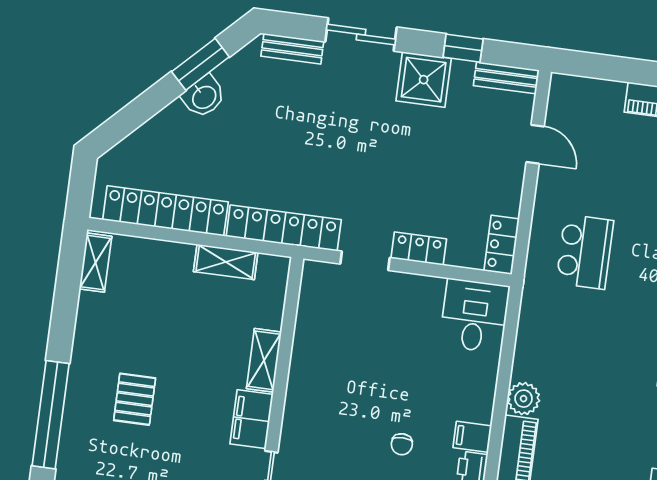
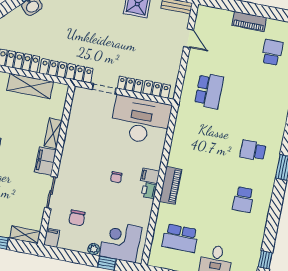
locker: (502, 245) -> (157, 89), moved, turned 90
shelving: (226, 262) -> (30, 86), width x1.50, depth x1.33
desk: (474, 316) -> (141, 120), width x1.87, depth x1.30
plant: (524, 399) -> (176, 159), removed

